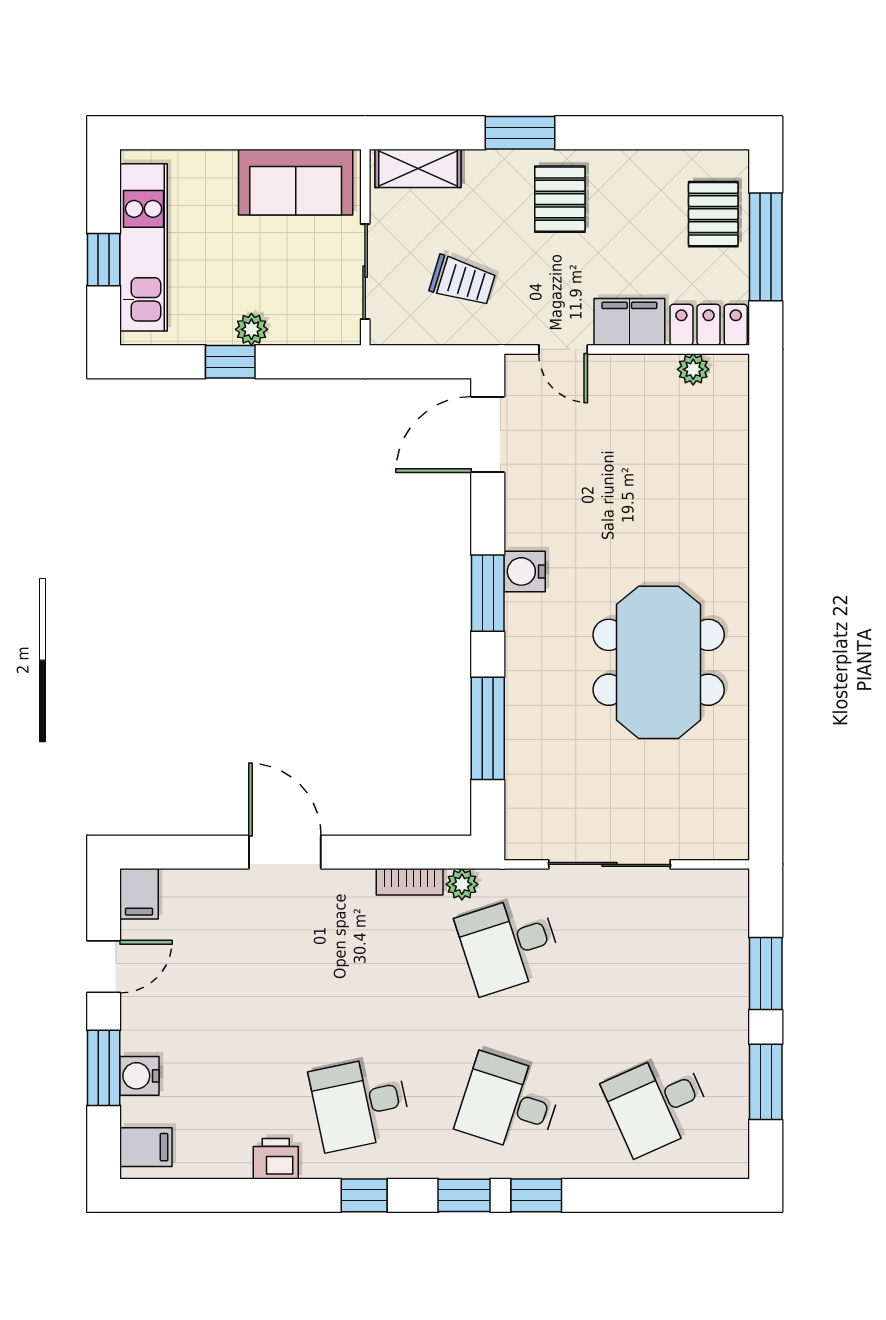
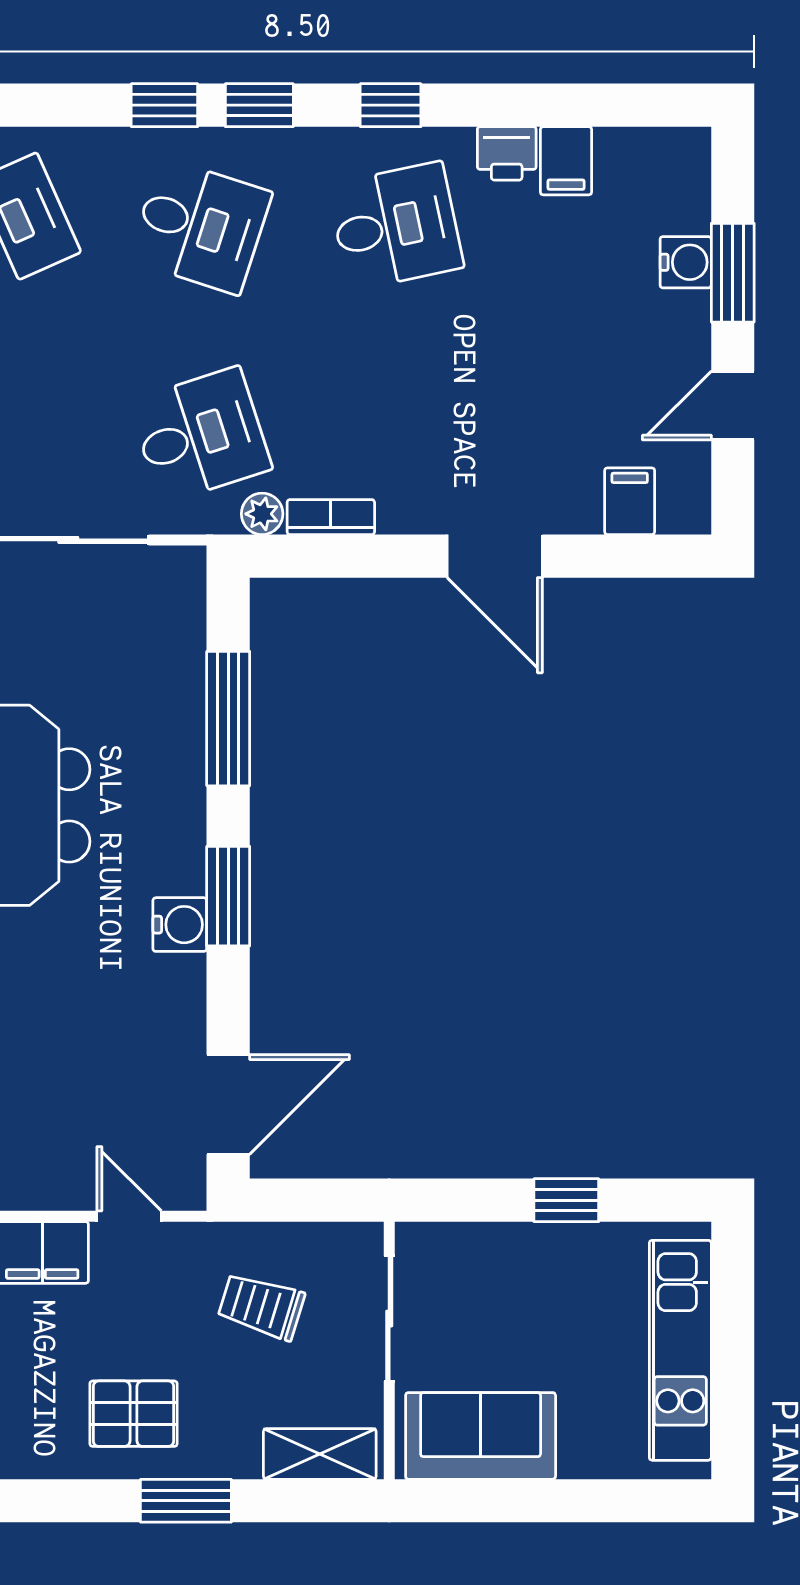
pallet: (560, 199) -> (134, 1414), turned 90
window: (104, 260) -> (733, 1334), removed
plant: (251, 329) -> (539, 1243), removed
filing cabinet: (139, 894) -> (630, 501), moved
filing cabinet: (146, 1147) -> (566, 161), moved, turned -90

